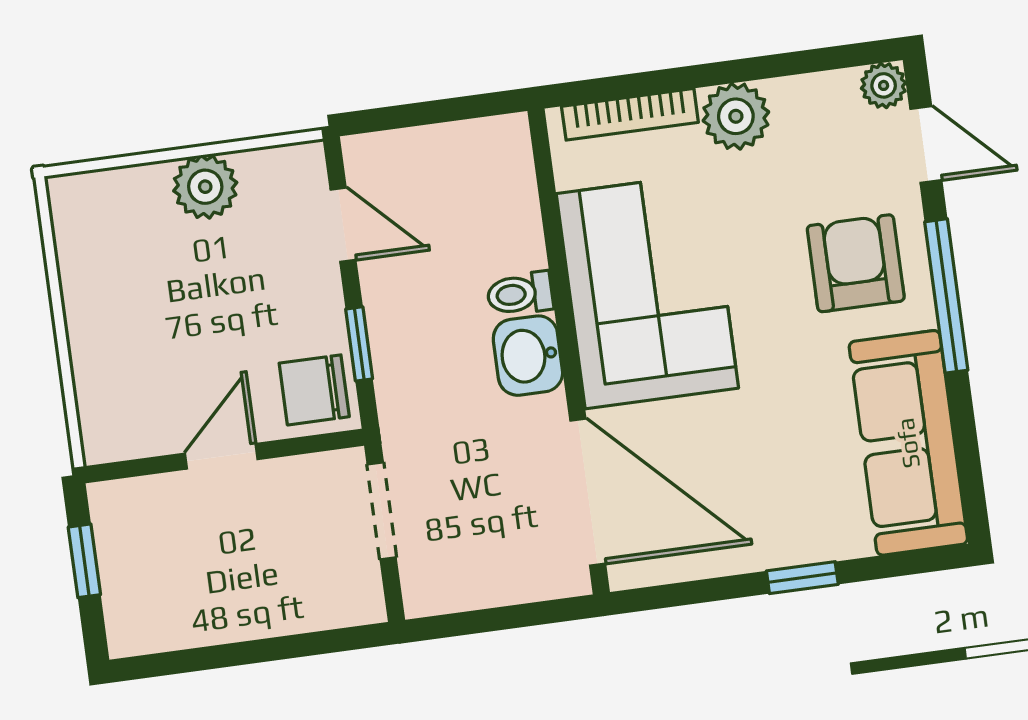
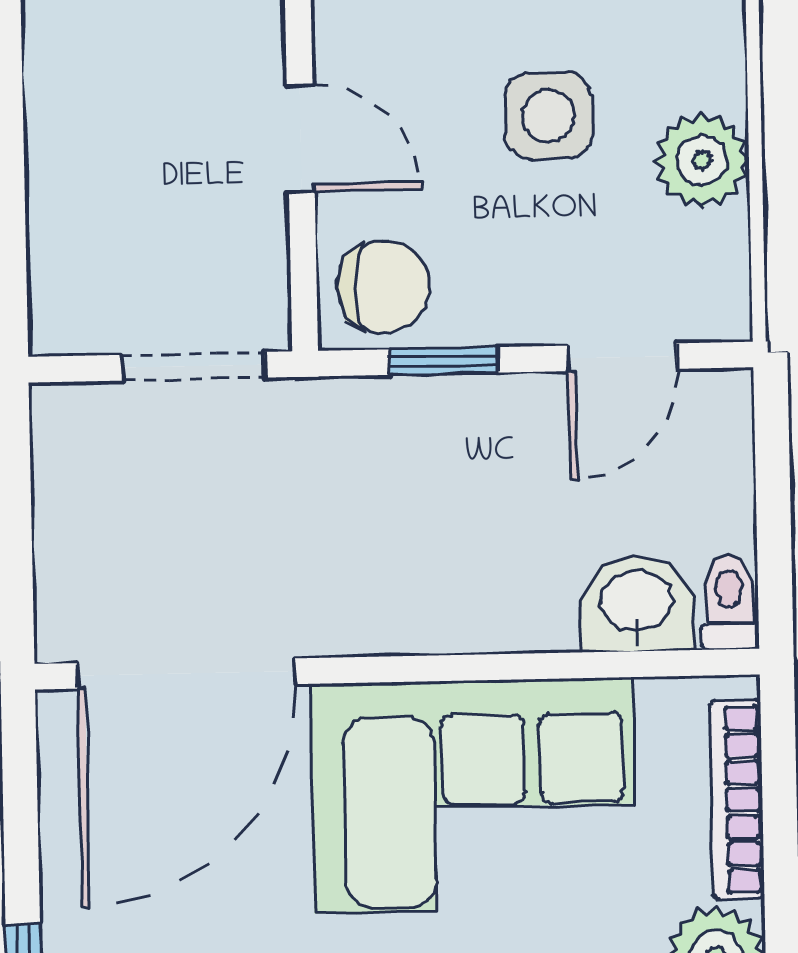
side table: (187, 292) -> (548, 116), added
toilet: (520, 294) -> (729, 602), moved
washbasin: (528, 356) -> (637, 603), moved
chair: (314, 390) -> (383, 287), turned 90

